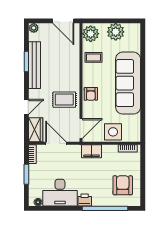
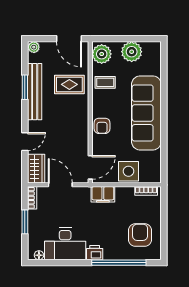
rug: (64, 100) -> (69, 84), moved

